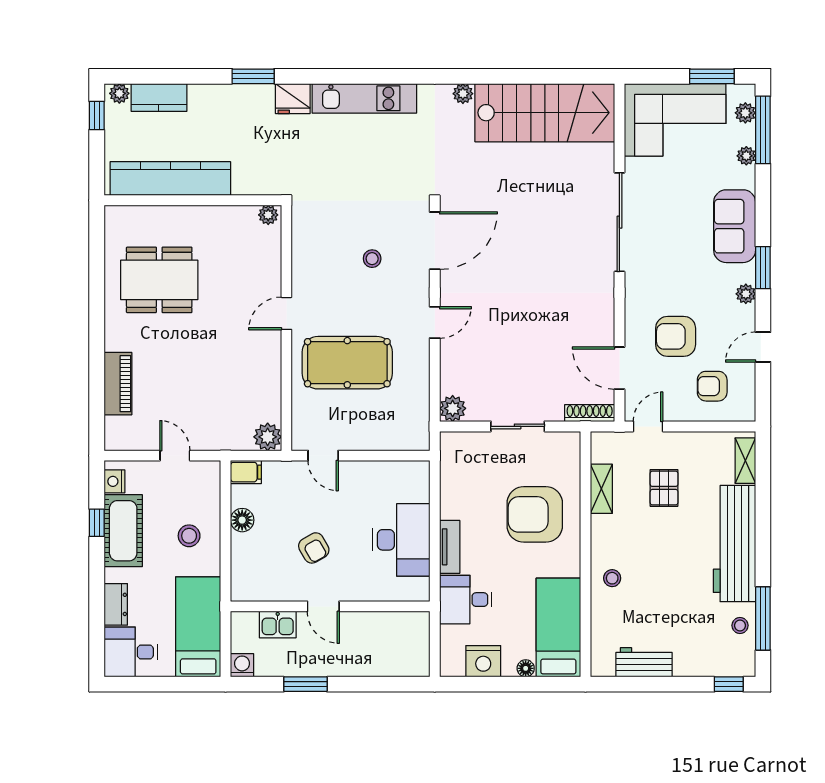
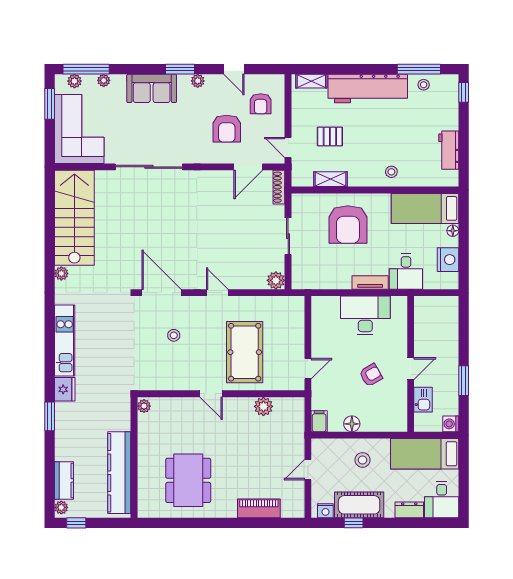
plant: (268, 437) -> (263, 406), moved

